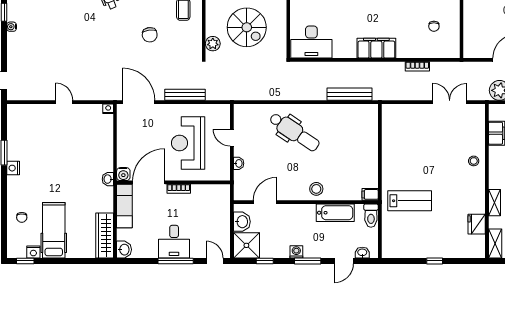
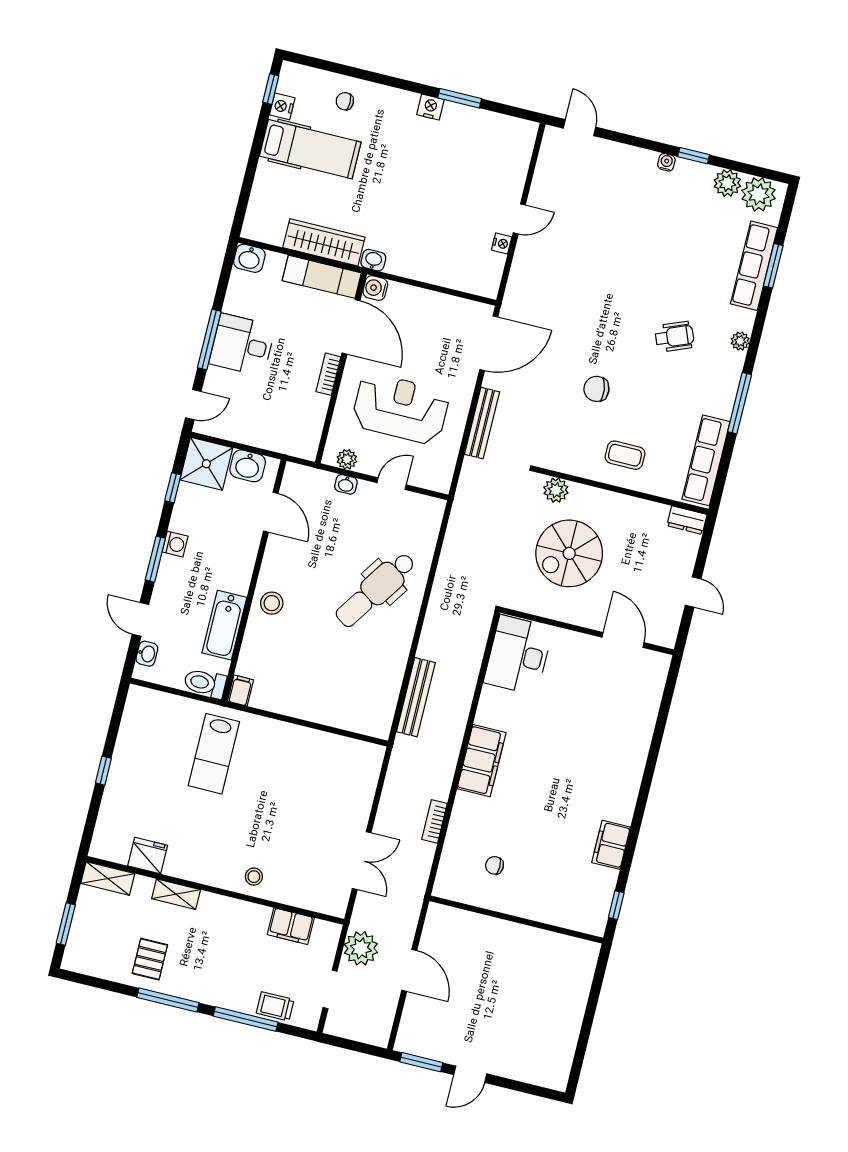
nightstand: (108, 109) -> (502, 243), moved
plant: (224, 166) -> (347, 459), added
wardrobe: (105, 236) -> (324, 242), moved

